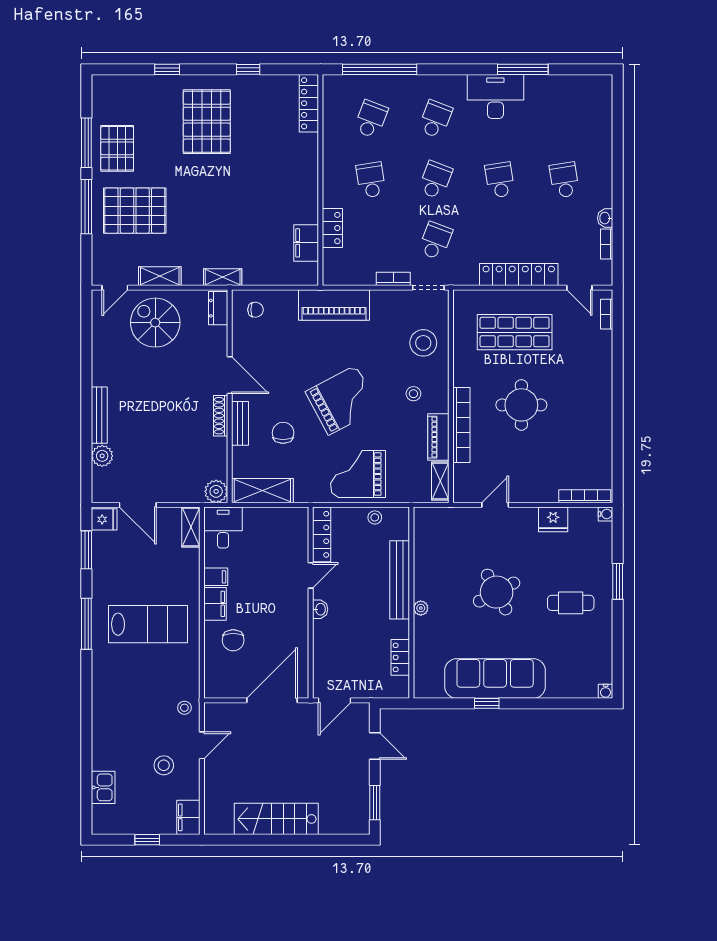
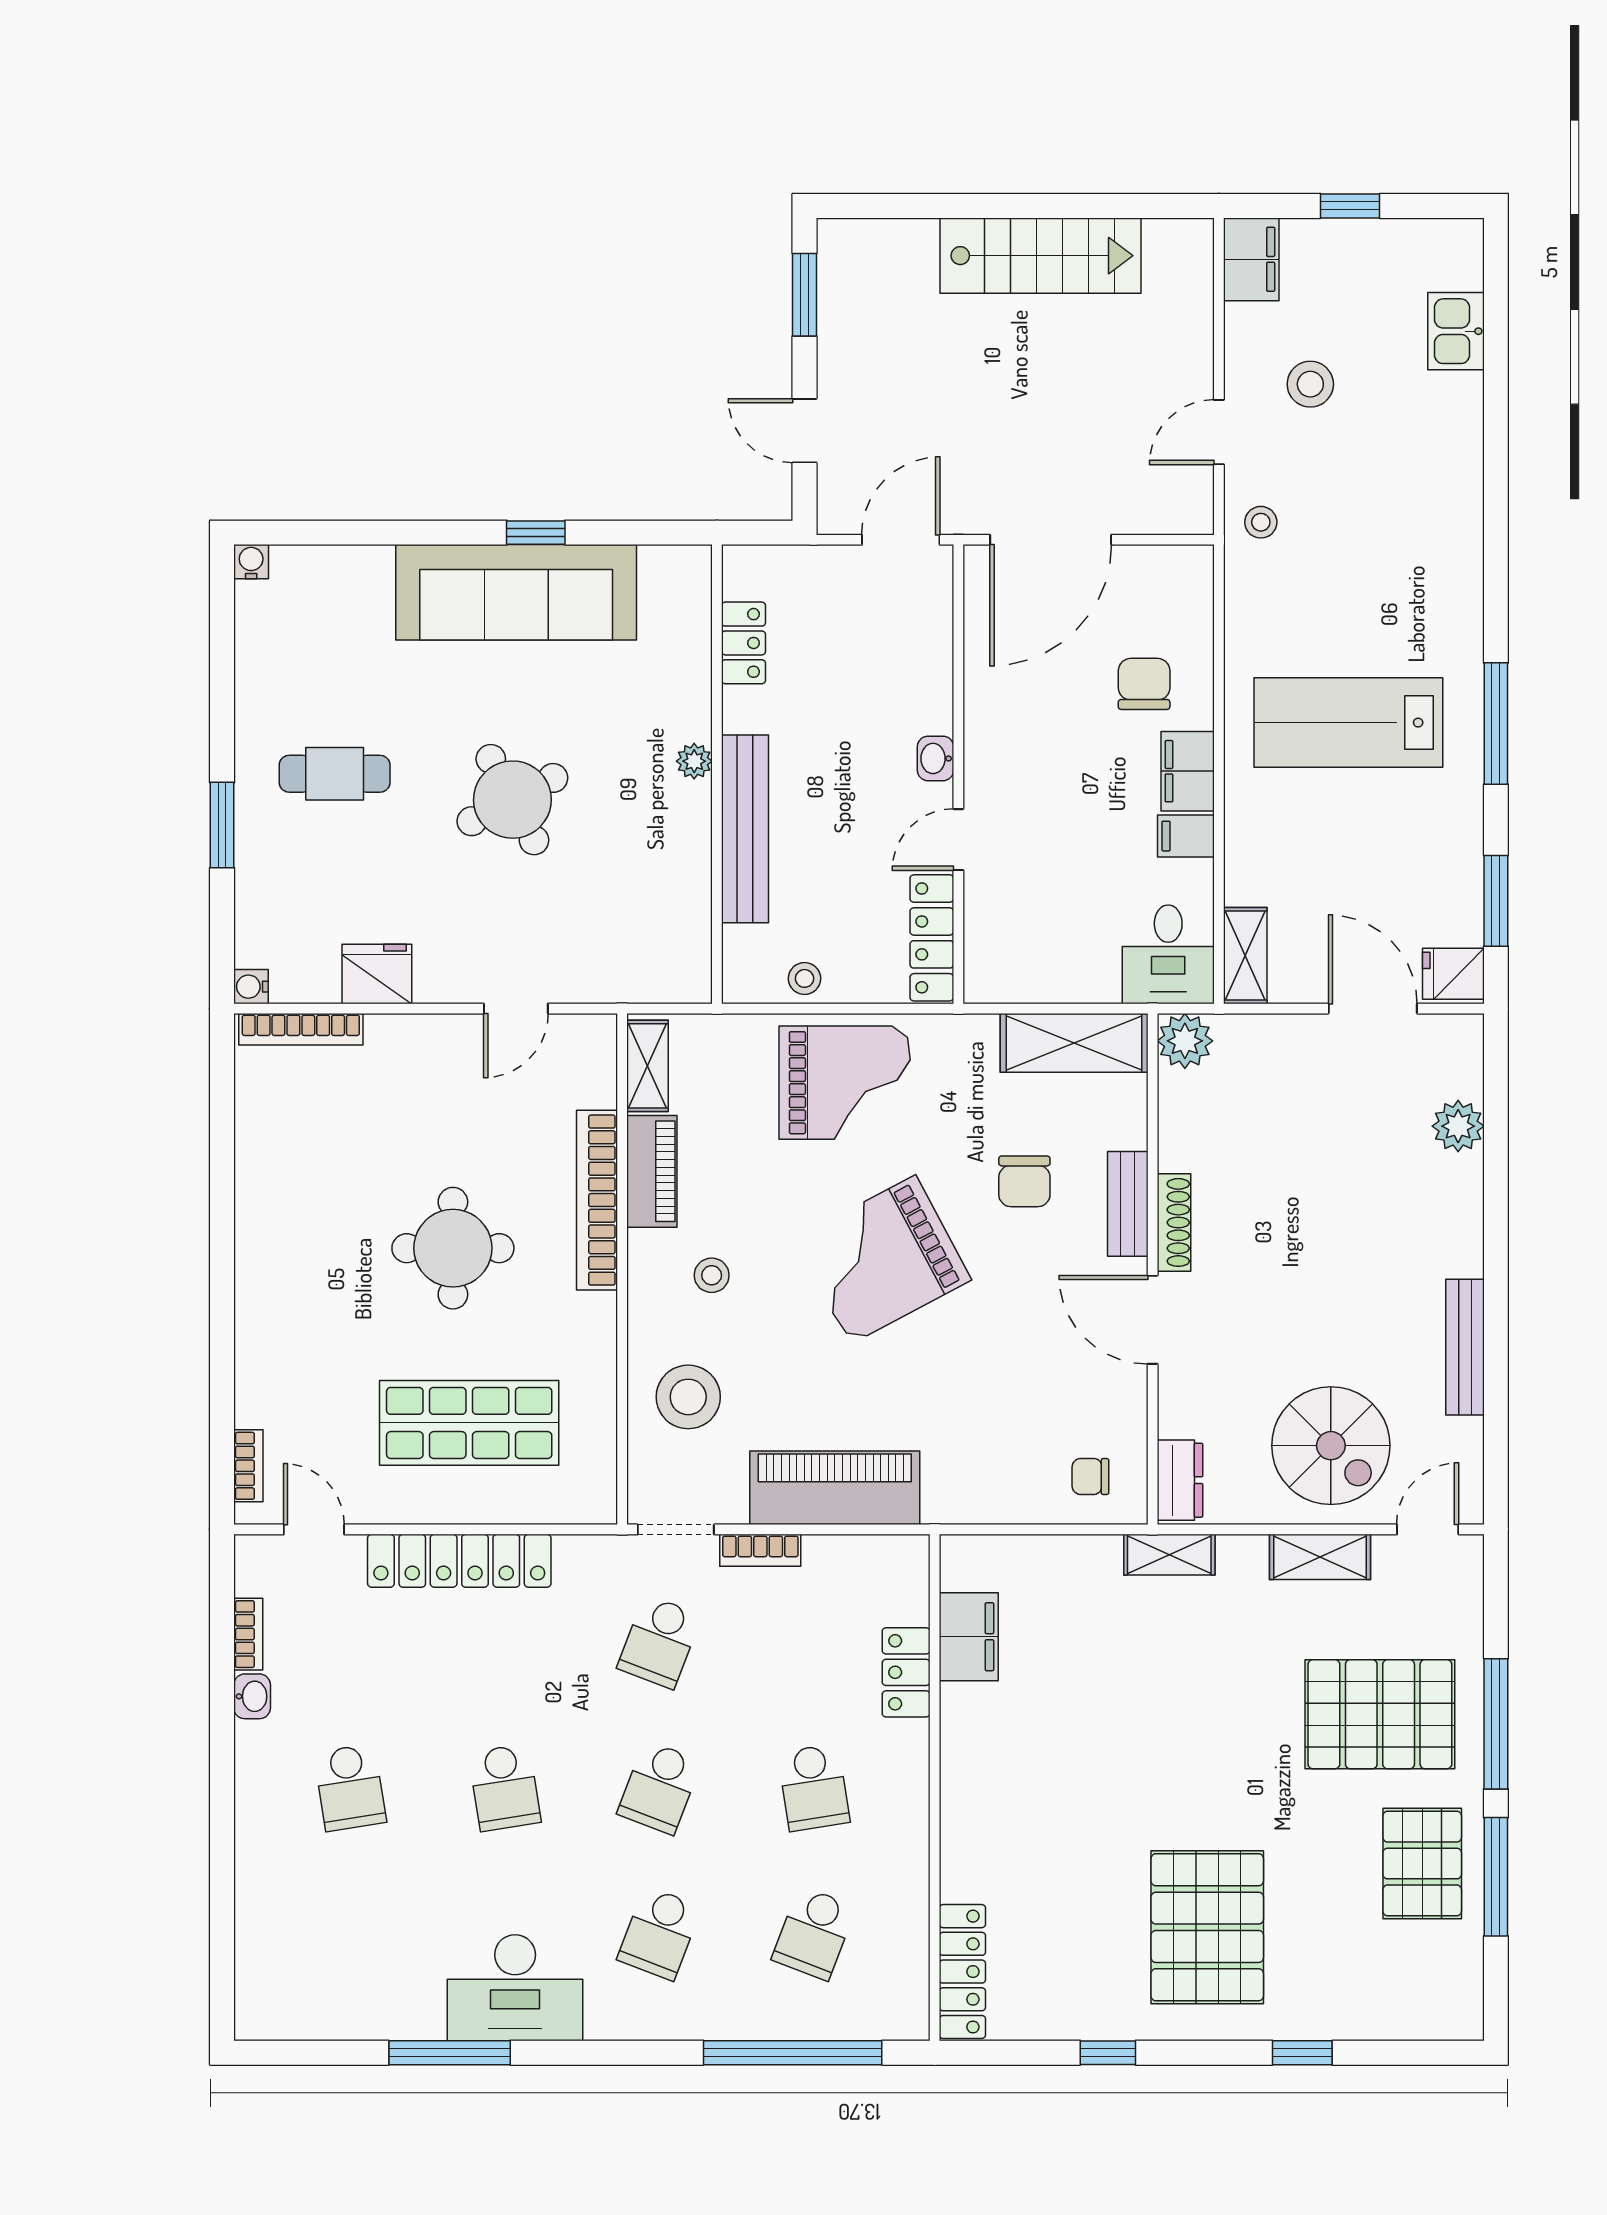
piano: (334, 305) -> (835, 1488), moved
bench: (99, 415) -> (1465, 1347), moved

